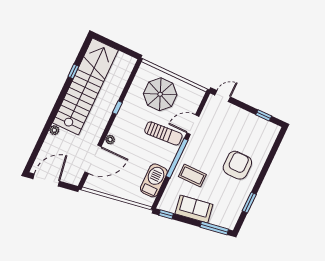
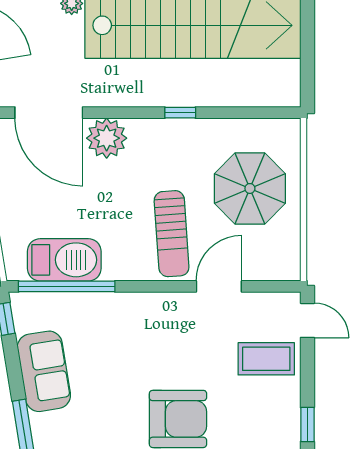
door: (193, 125) -> (219, 286), hinge flipped
plant: (110, 140) -> (107, 138), width x1.88, depth x1.88
window: (177, 158) -> (67, 286), moved
coffee table: (192, 175) -> (266, 359), moved, turned 90

